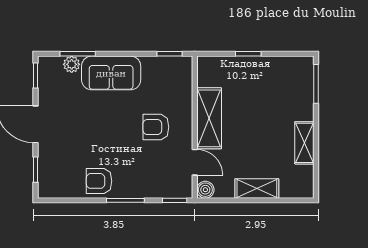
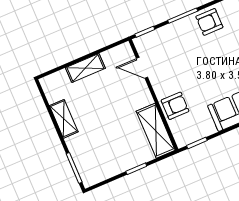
shelving: (209, 118) -> (156, 131), moved
armchair: (156, 127) -> (175, 106), moved
armchair: (99, 181) -> (209, 22), turned 180
boiler: (205, 190) -> (125, 50), removed

